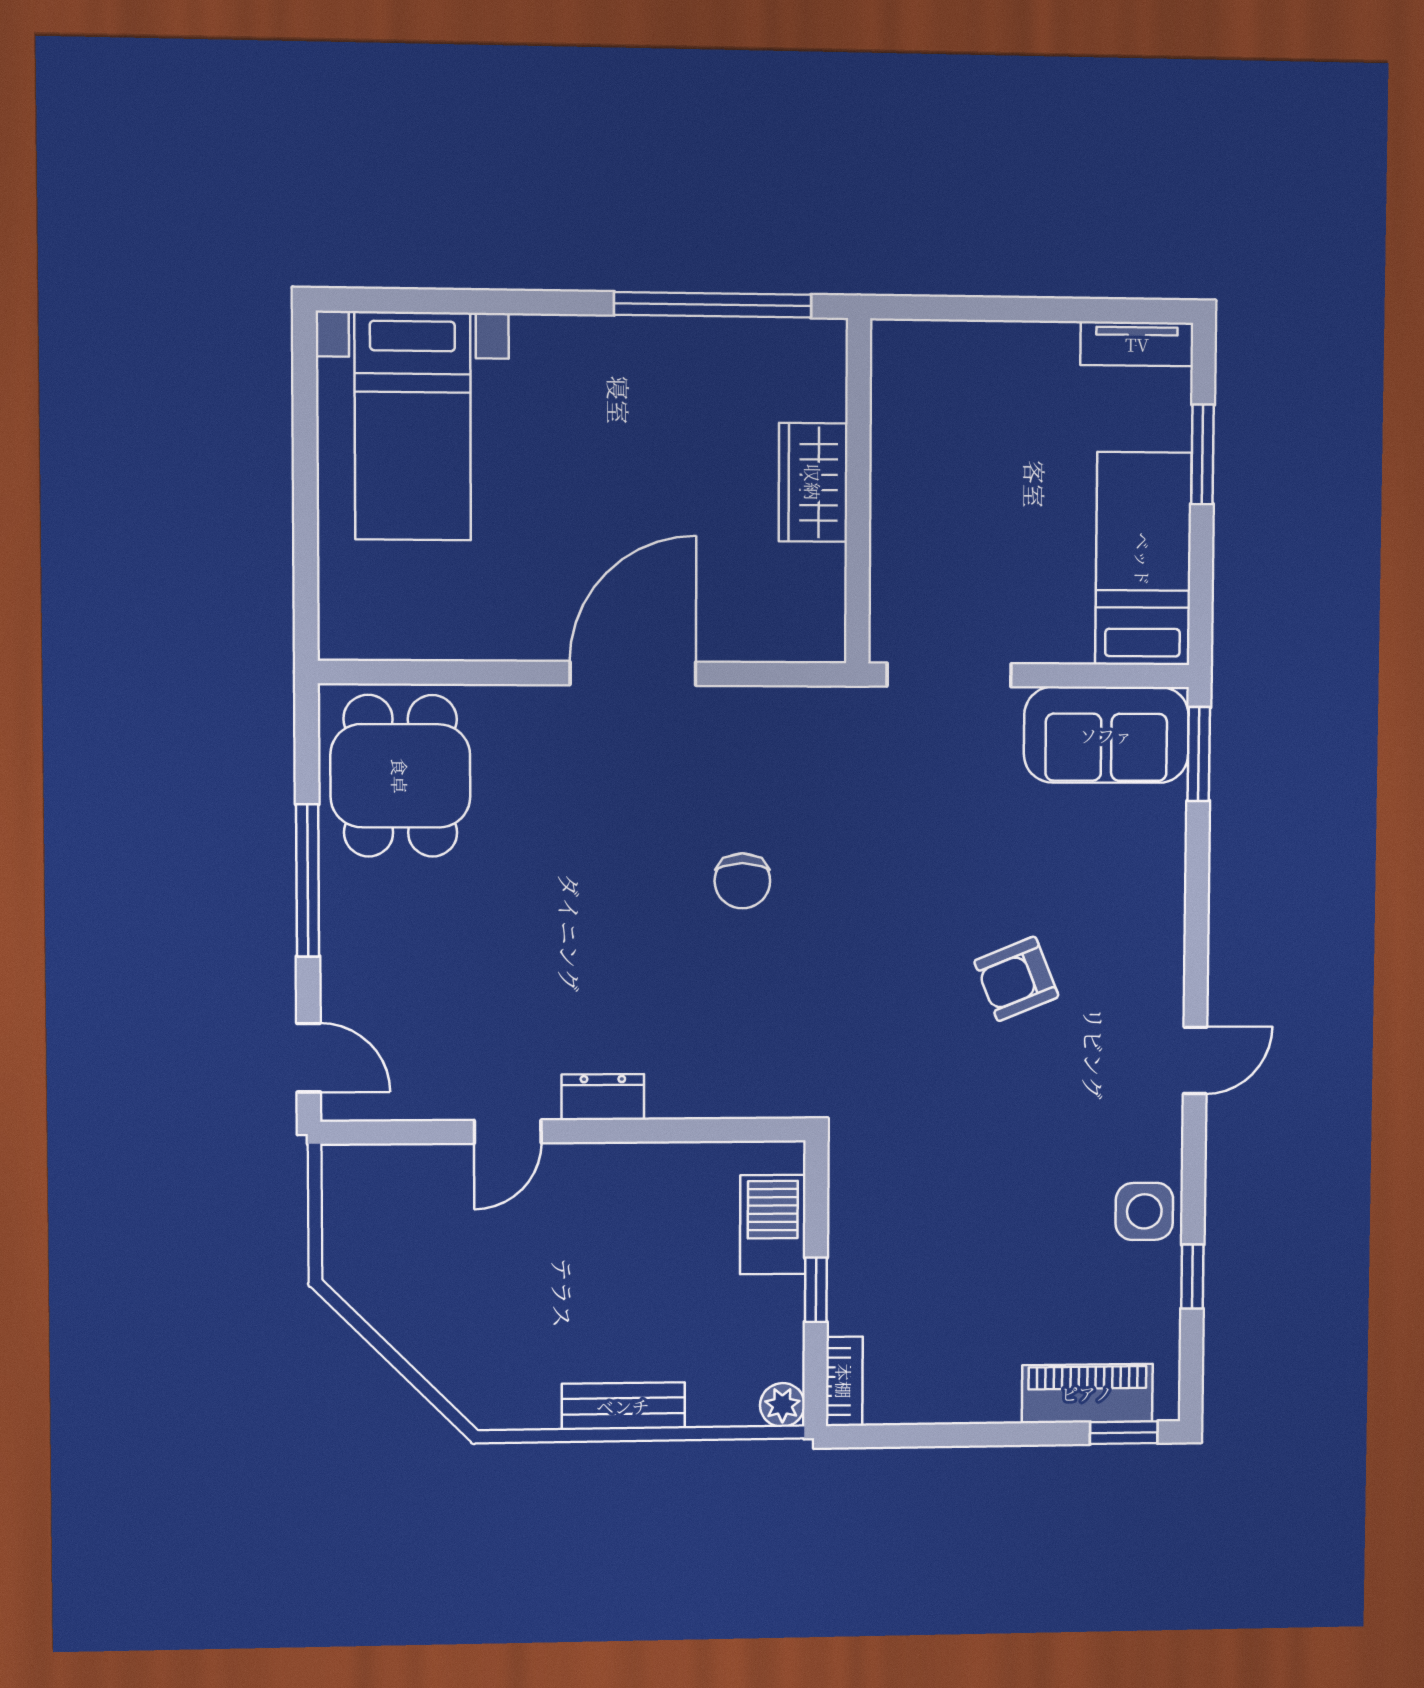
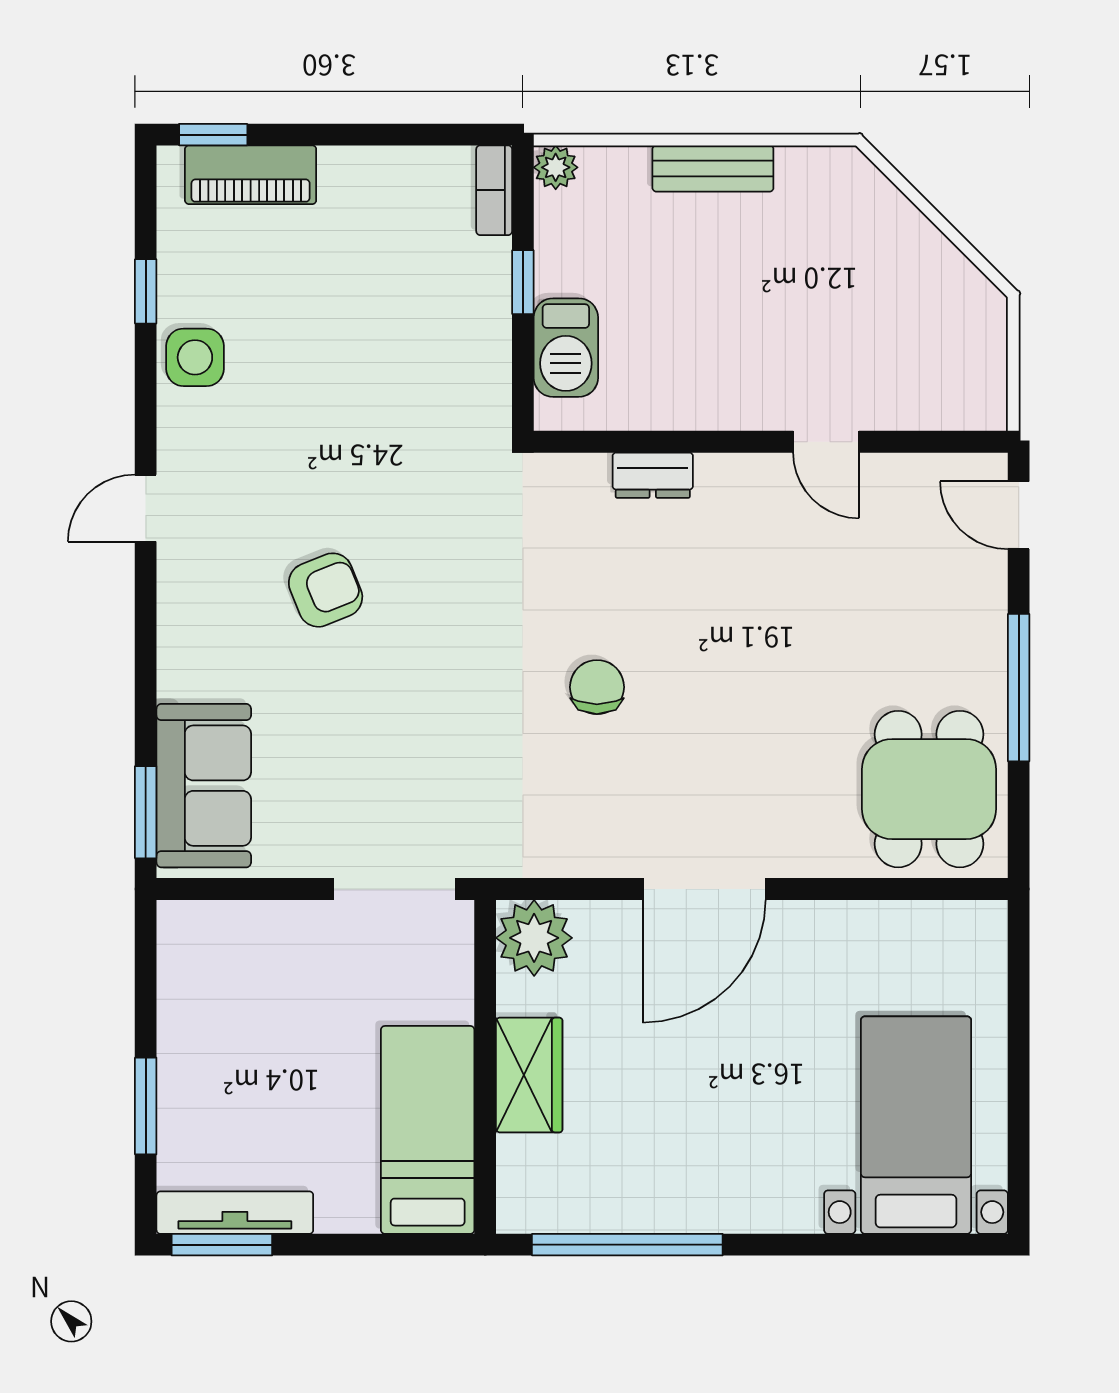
window: (1127, 311) -> (222, 1245), added
tv unit: (1137, 344) -> (235, 1213), width x1.41
bed: (1143, 559) -> (428, 1130), moved, turned 180
plant: (808, 624) -> (534, 938), added
sofa: (1106, 735) -> (204, 786), moved, turned 90
dresser: (603, 1097) -> (653, 475), moved
door: (508, 1132) -> (826, 442), swing flipped

